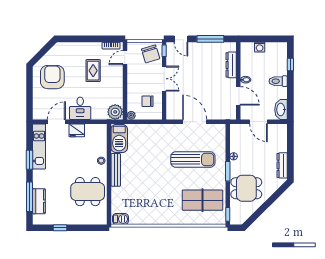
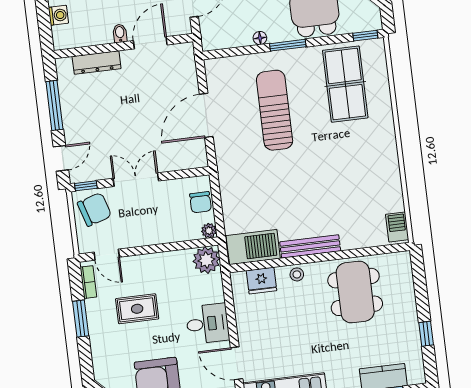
window: (92, 39) -> (81, 319), added
chair: (147, 101) -> (201, 202), moved
fridge: (77, 130) -> (261, 281), moved, turned 90

